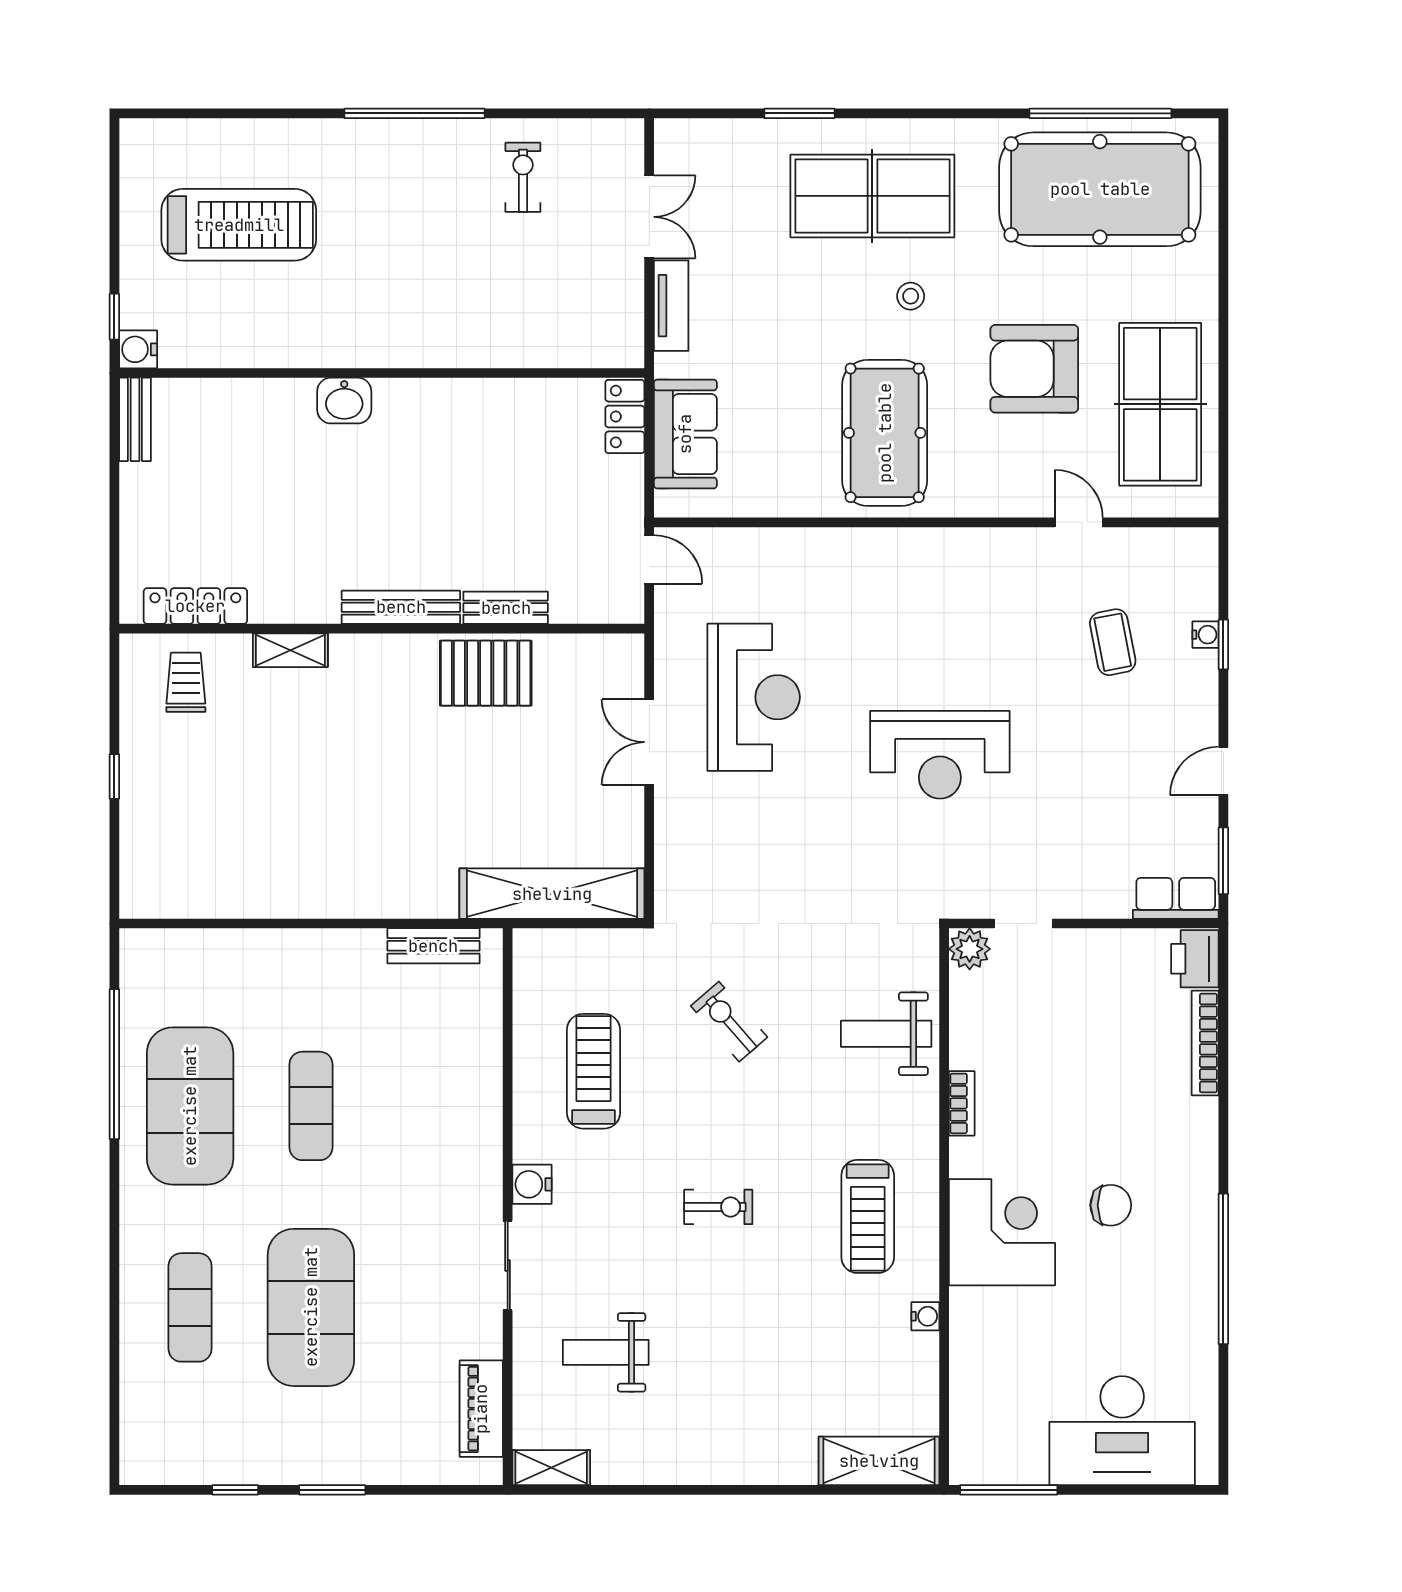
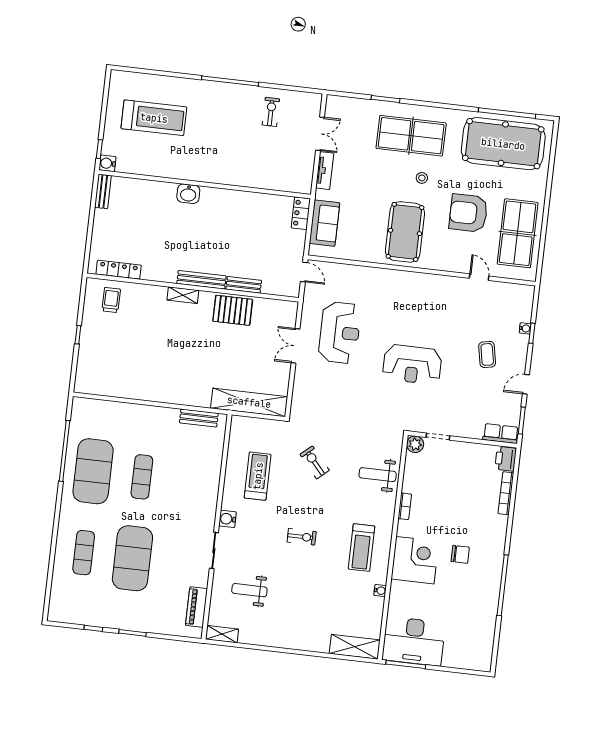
coffee table: (1113, 642) -> (487, 354), moved
shelving: (290, 650) -> (183, 295), moved
desk: (1122, 1431) -> (414, 641), moved

